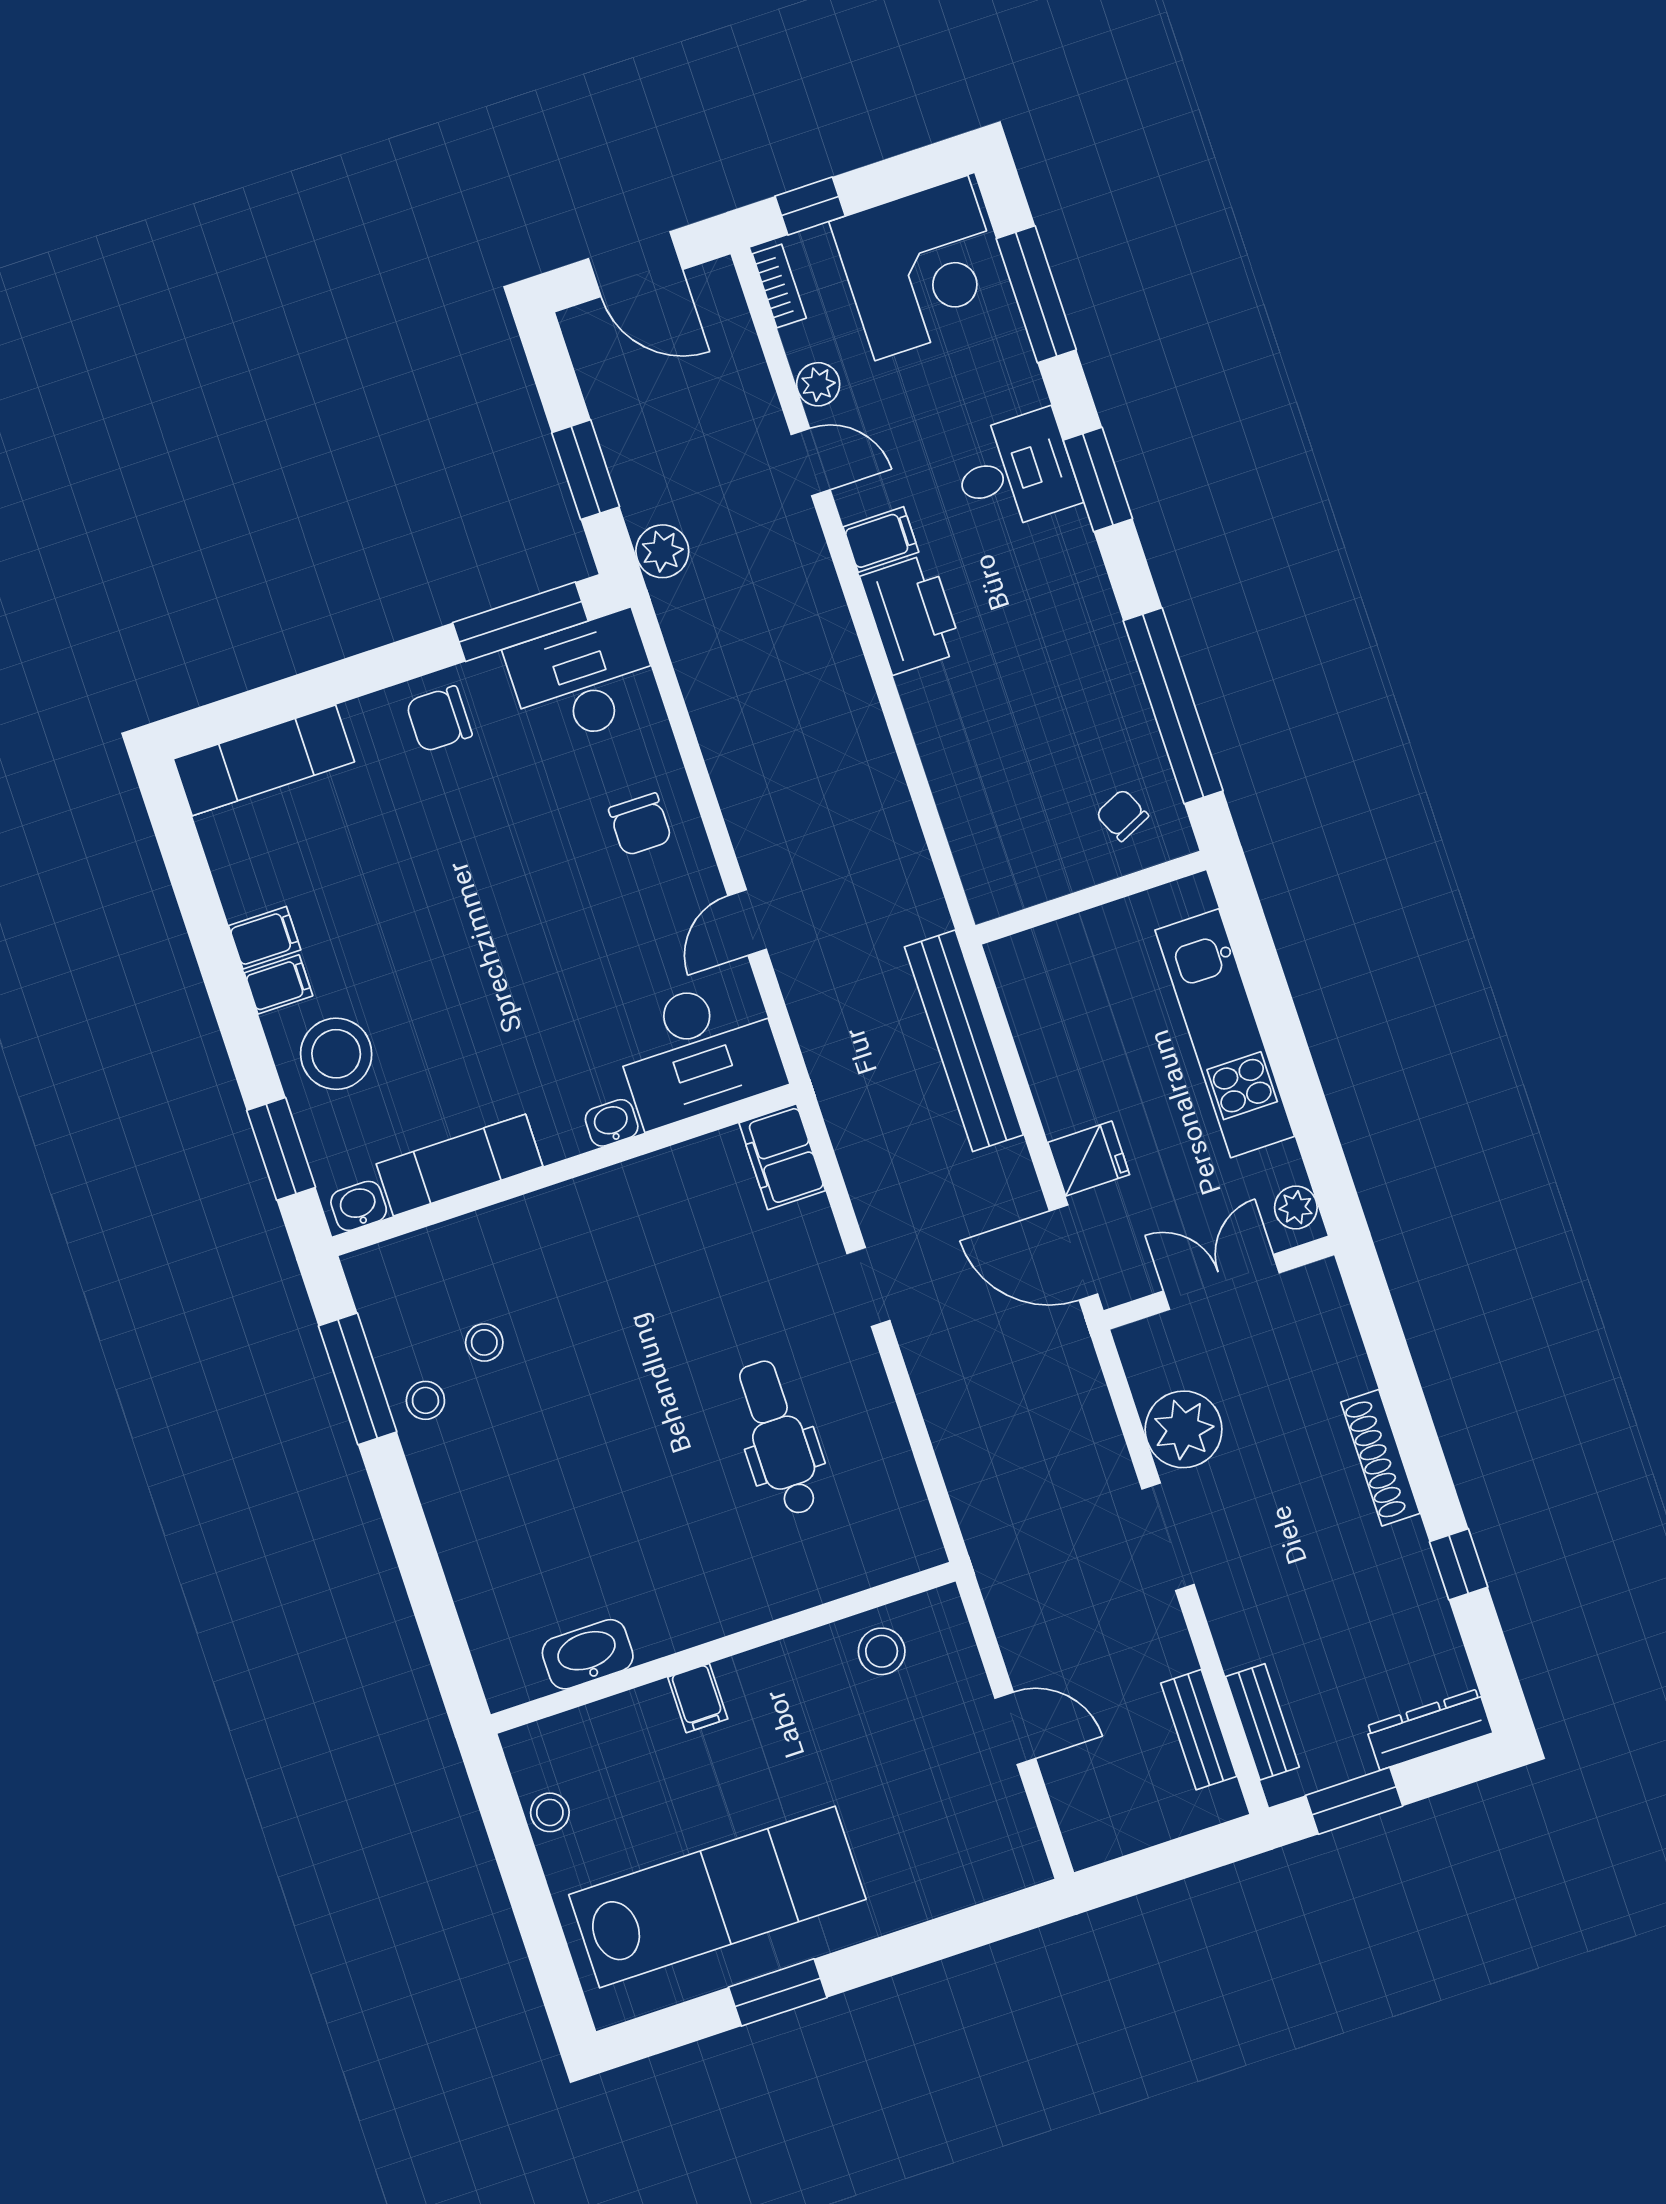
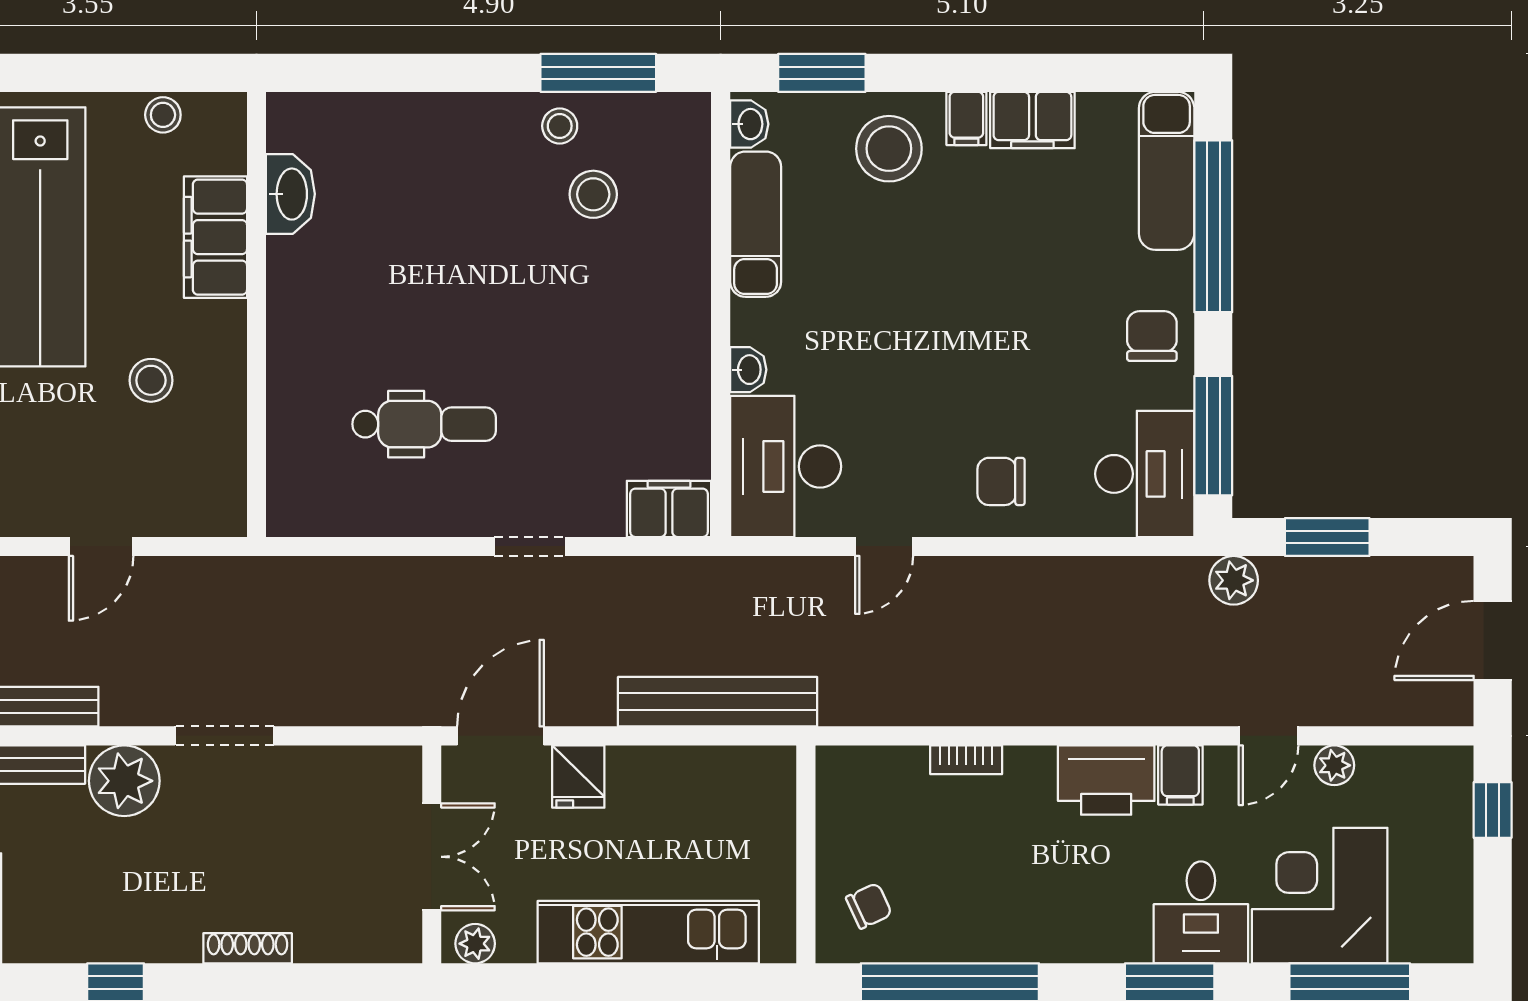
corner desk: (921, 268) -> (1320, 896), moved, turned 90
bookcase: (779, 286) -> (966, 760), moved
window: (305, 693) -> (1213, 226), added
door: (747, 922) -> (884, 546), swing flipped
filing cabinet: (265, 938) -> (1032, 120), width x2.00
stool: (484, 1342) -> (593, 194), width x1.37, depth x1.37
plant: (1184, 1429) -> (124, 781), moved
shoe rack: (1380, 1458) -> (248, 948), width x0.74, depth x0.81
stool: (882, 1651) -> (151, 380), moved
filing cabinet: (698, 1698) -> (215, 237), width x3.00, depth x1.17

